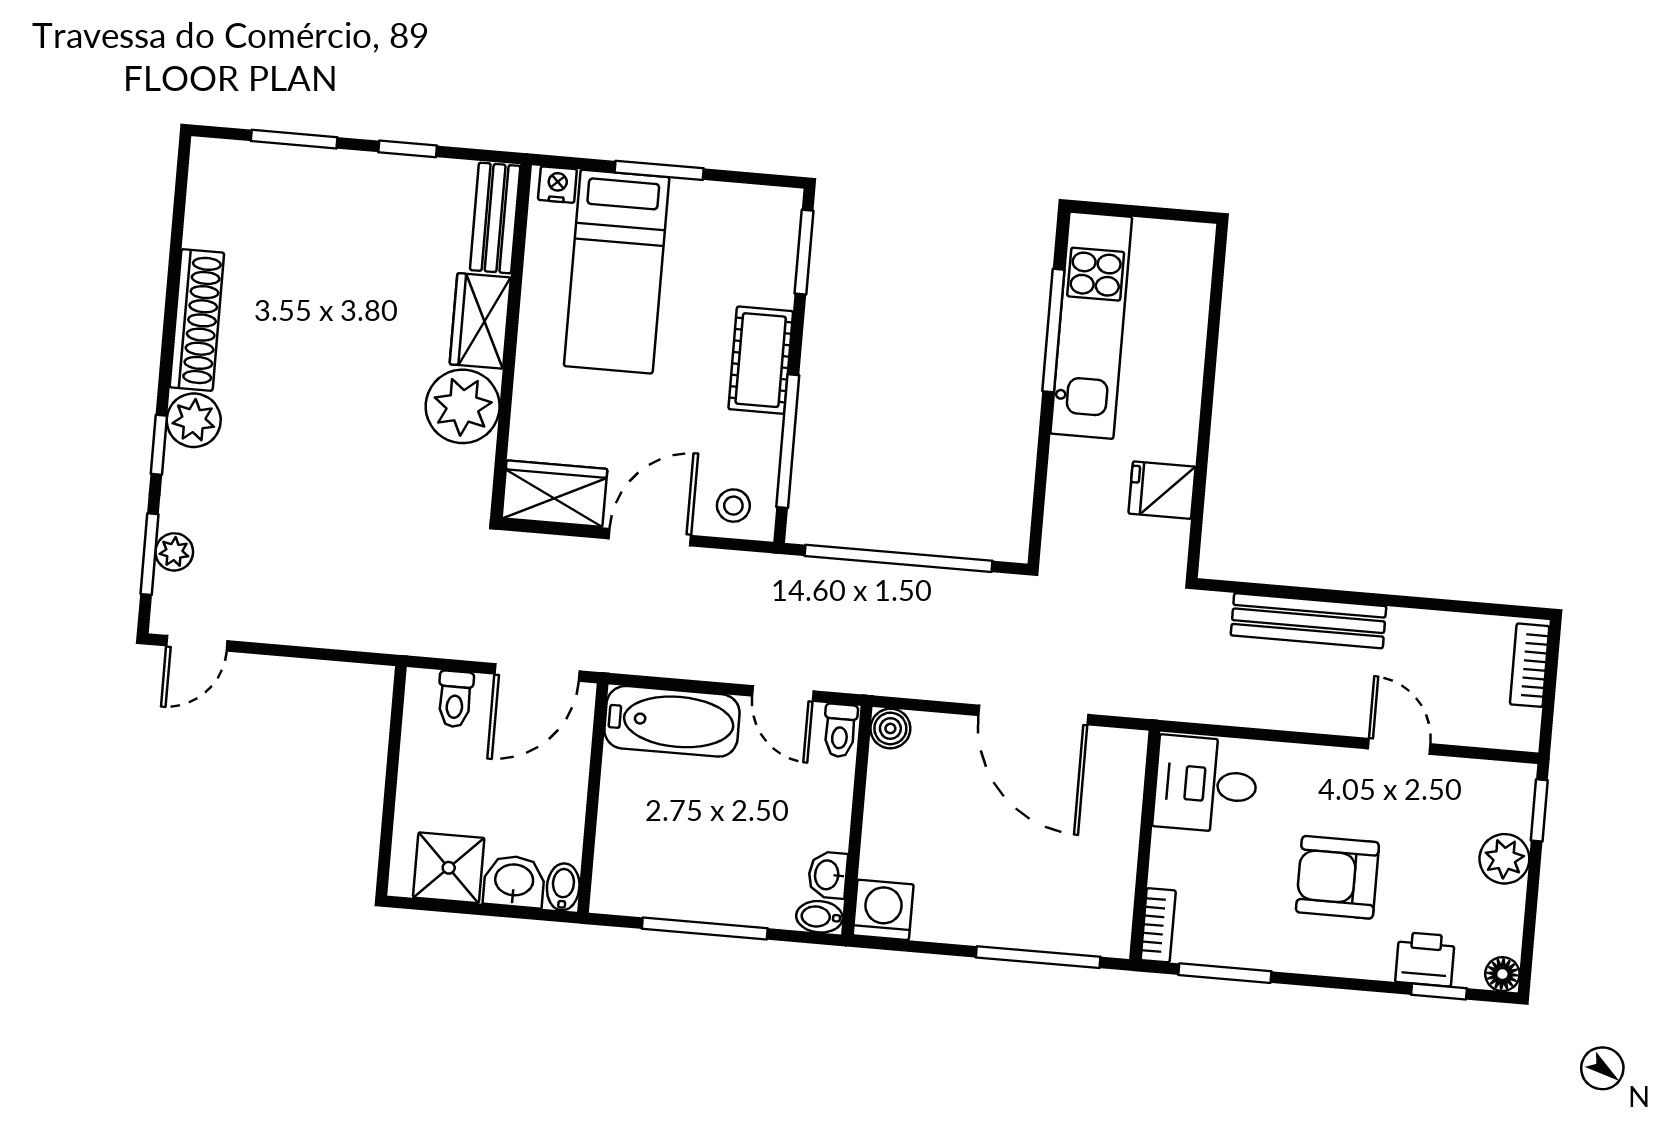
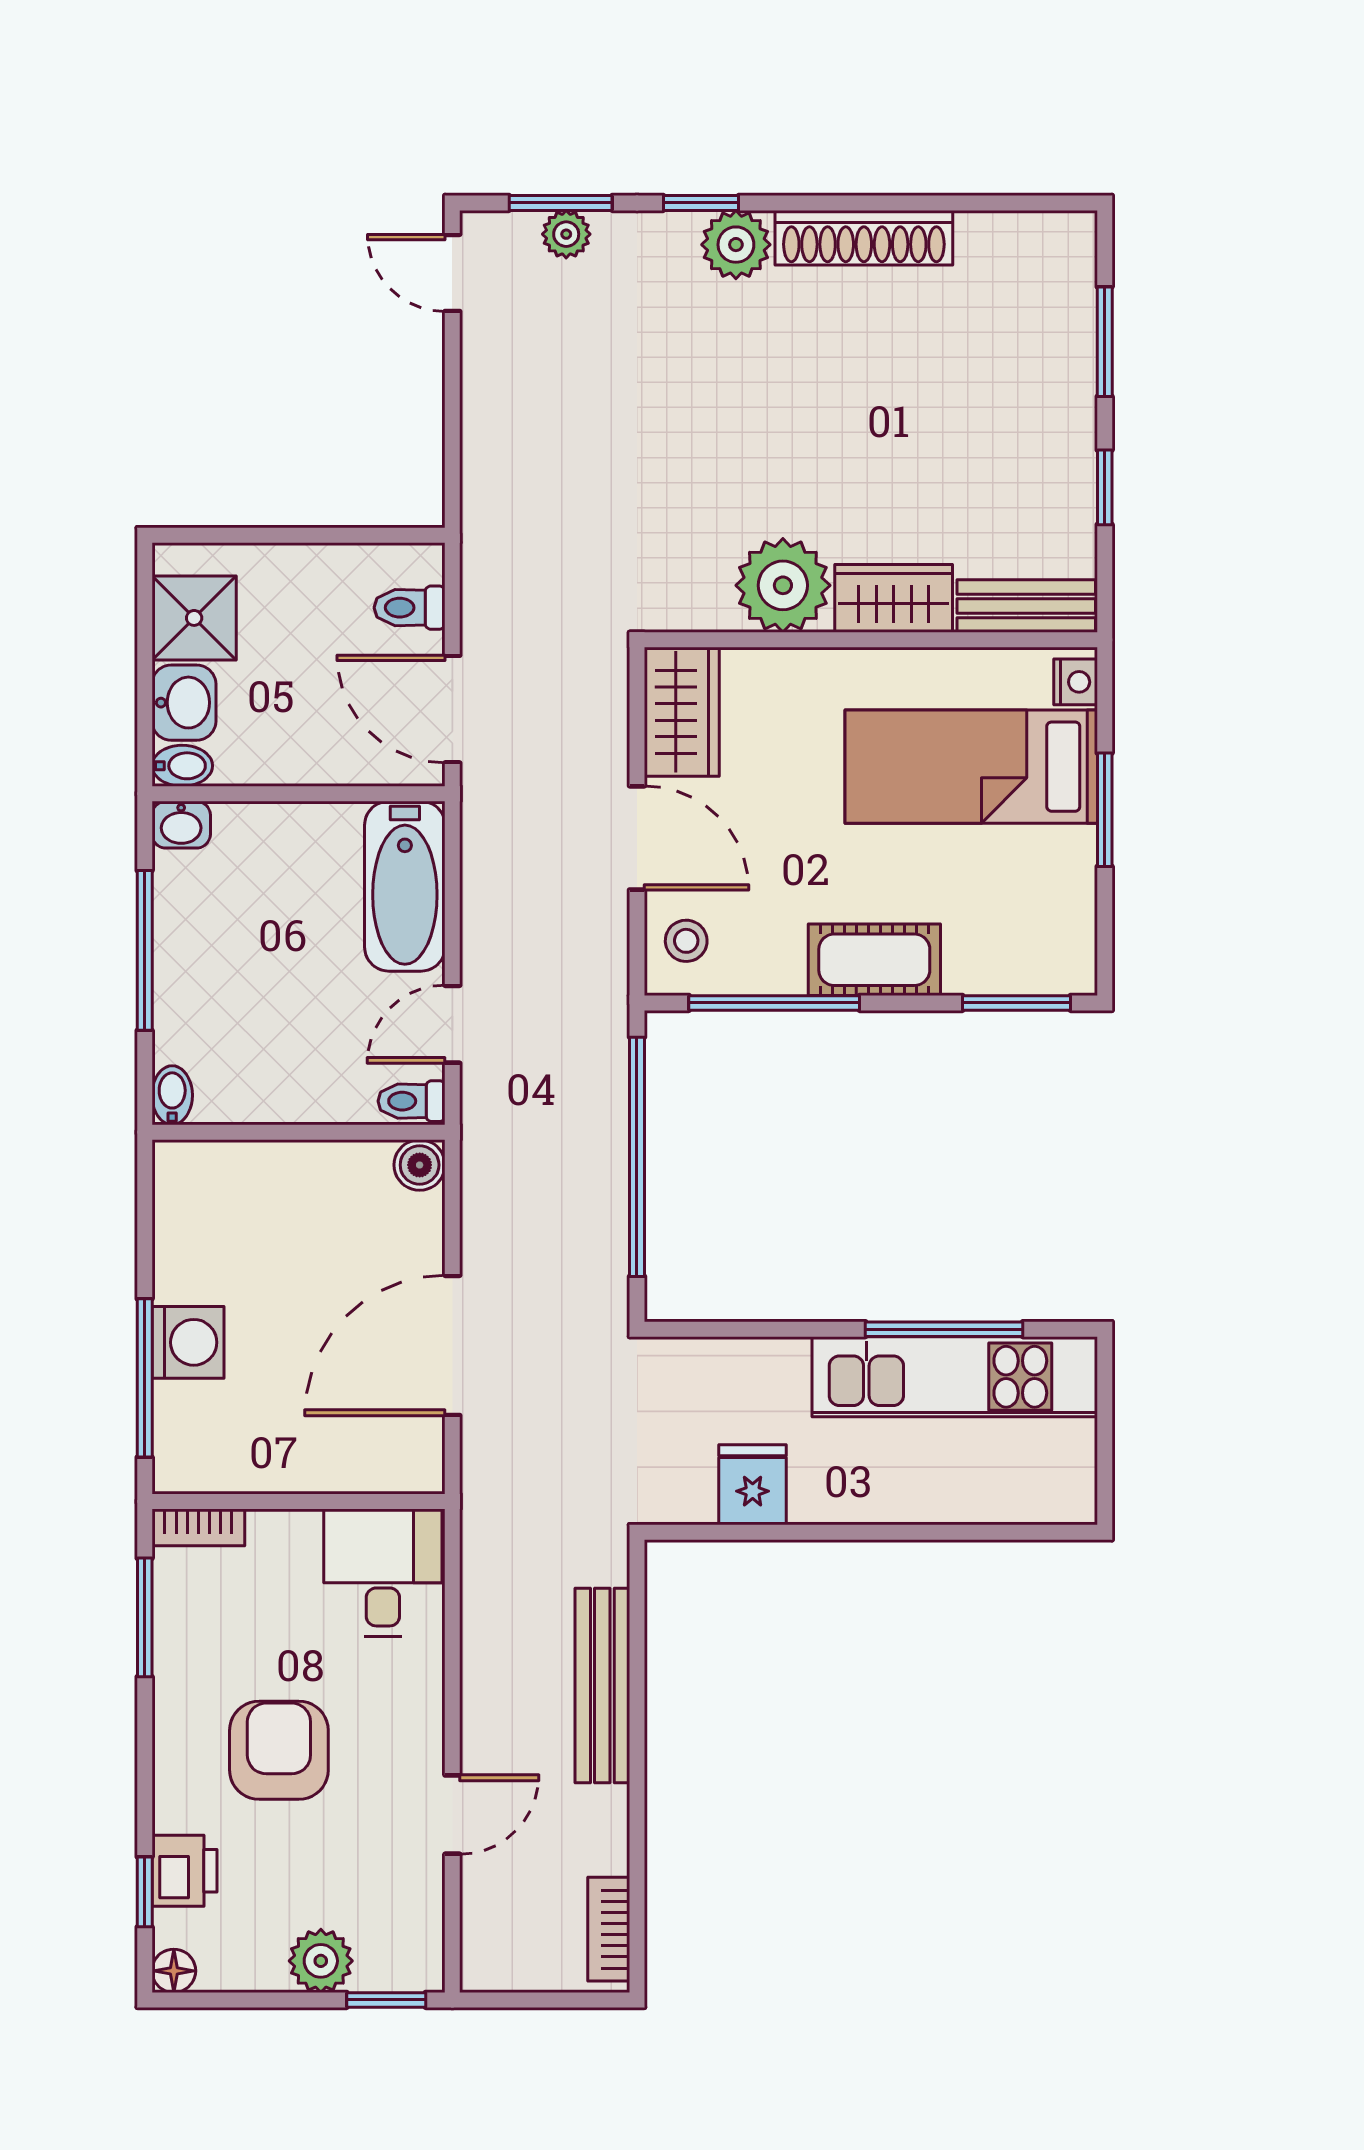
bookcase: (1530, 665) -> (609, 1929), moved, turned -90
washbasin: (828, 875) -> (181, 825), moved, turned 180
washing machine: (883, 910) -> (188, 1342), moved

